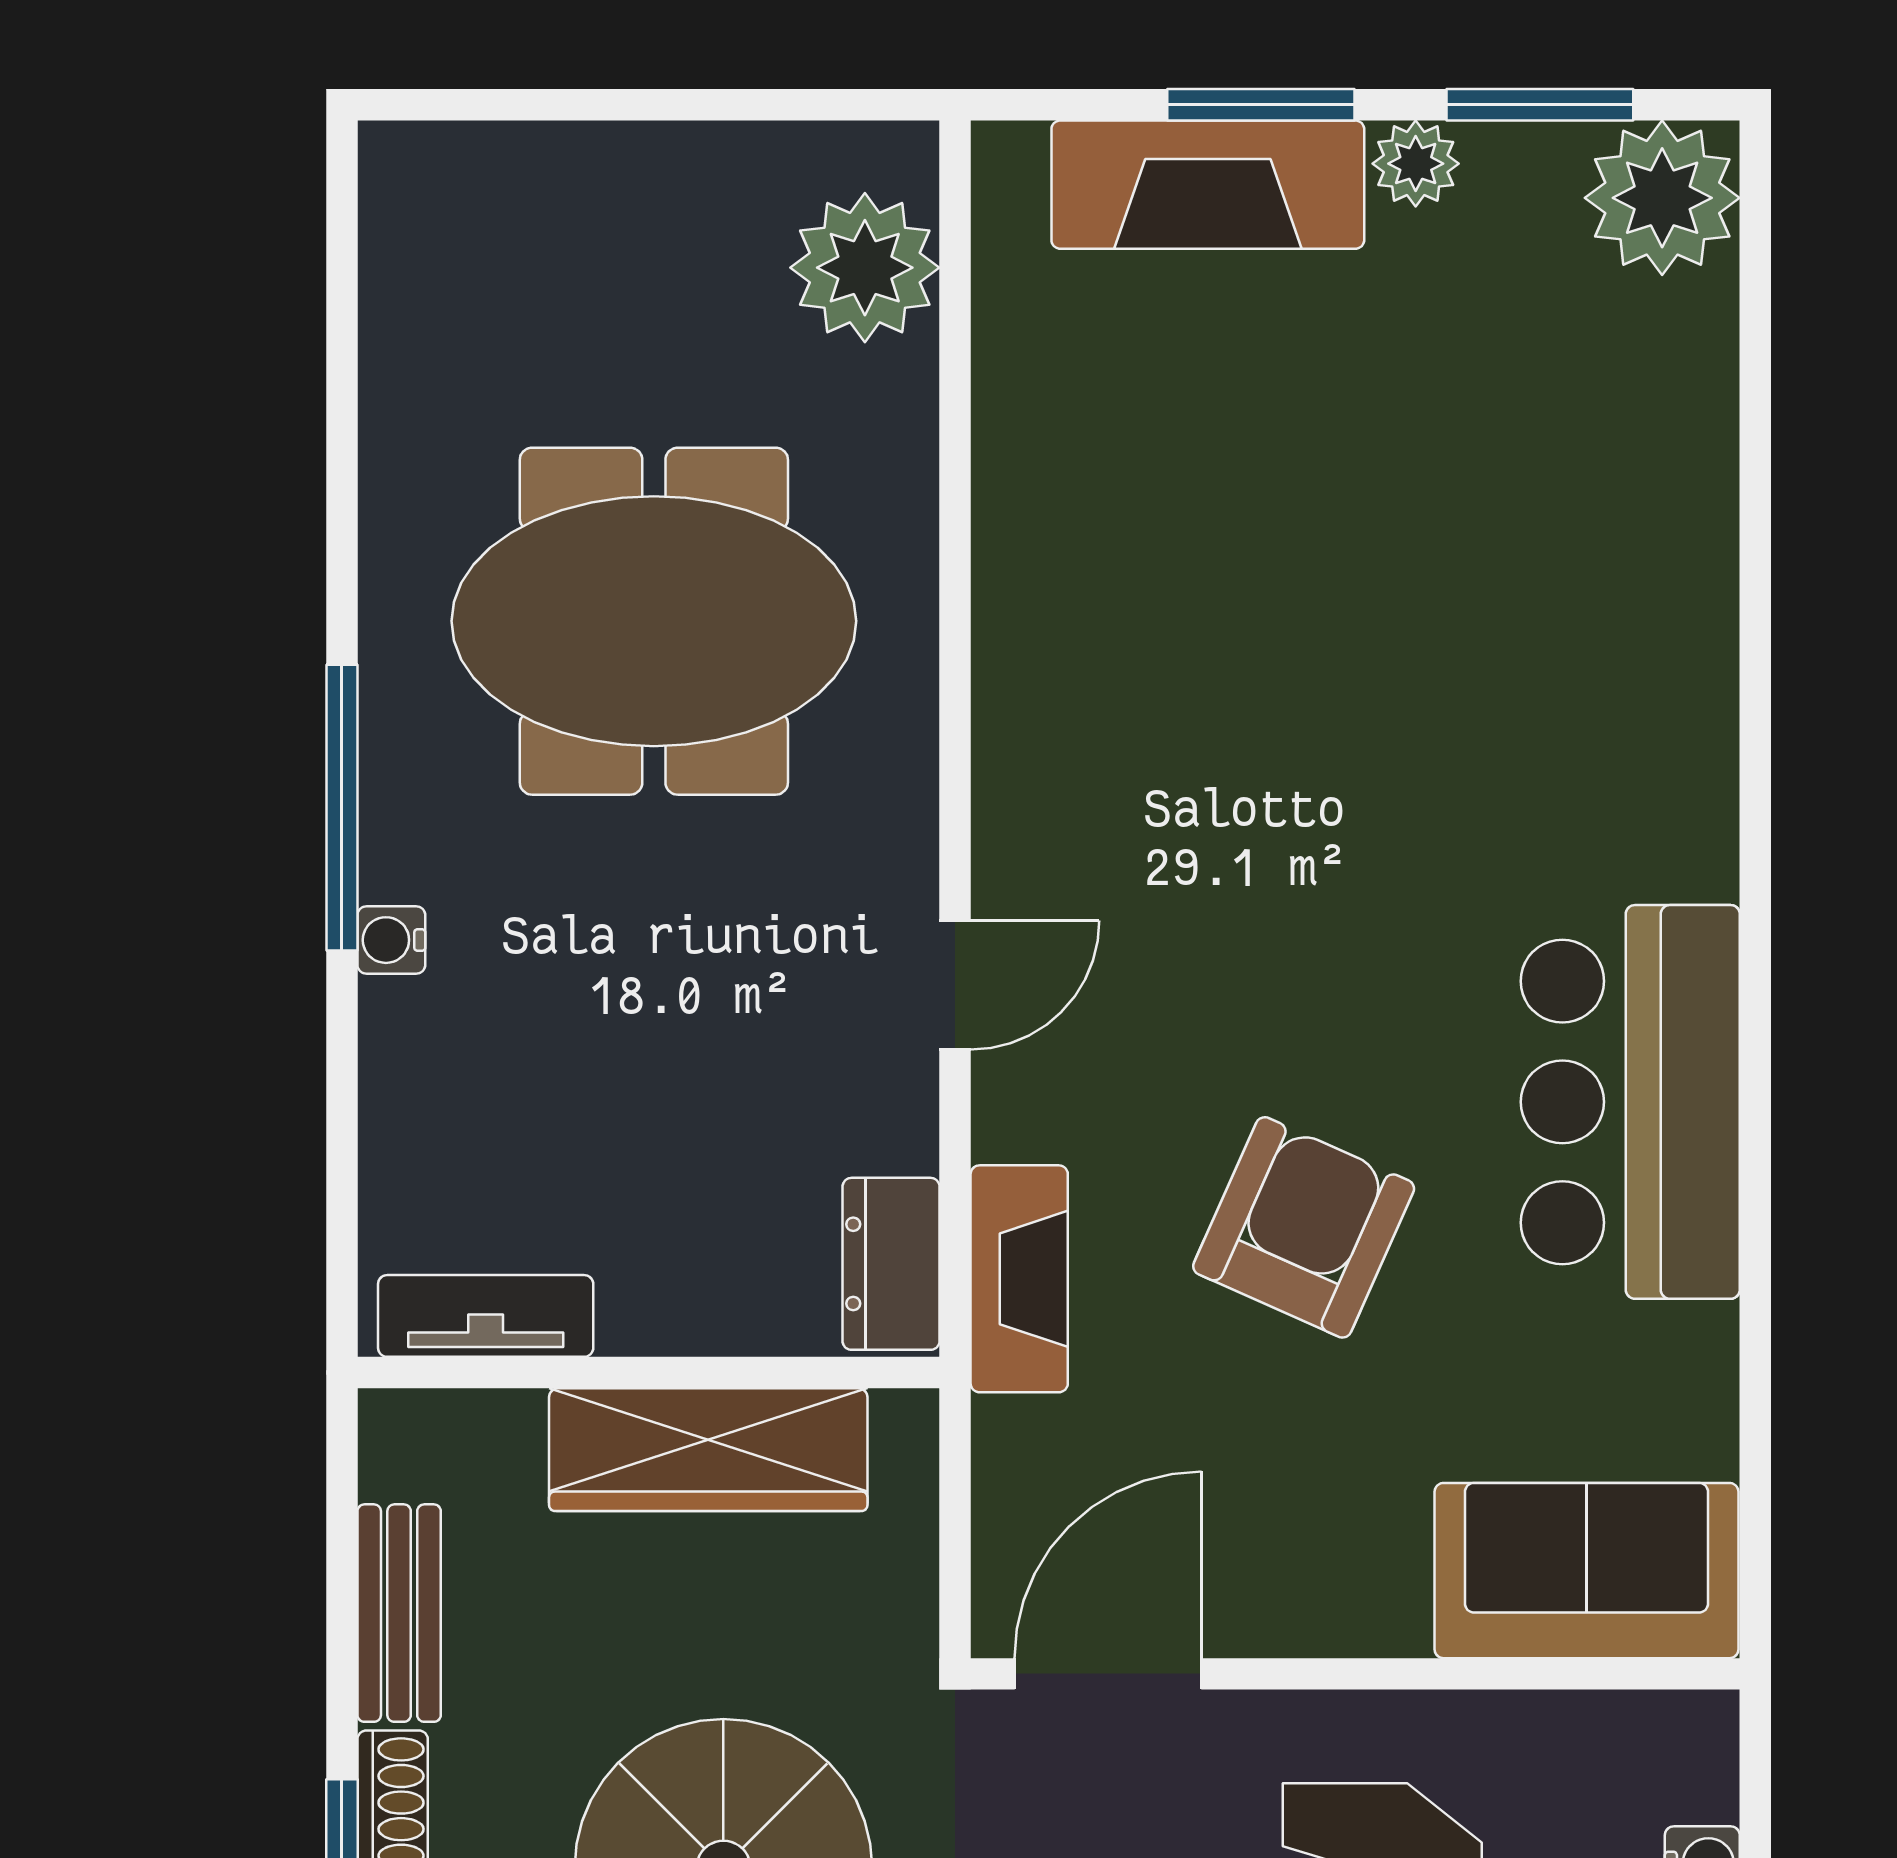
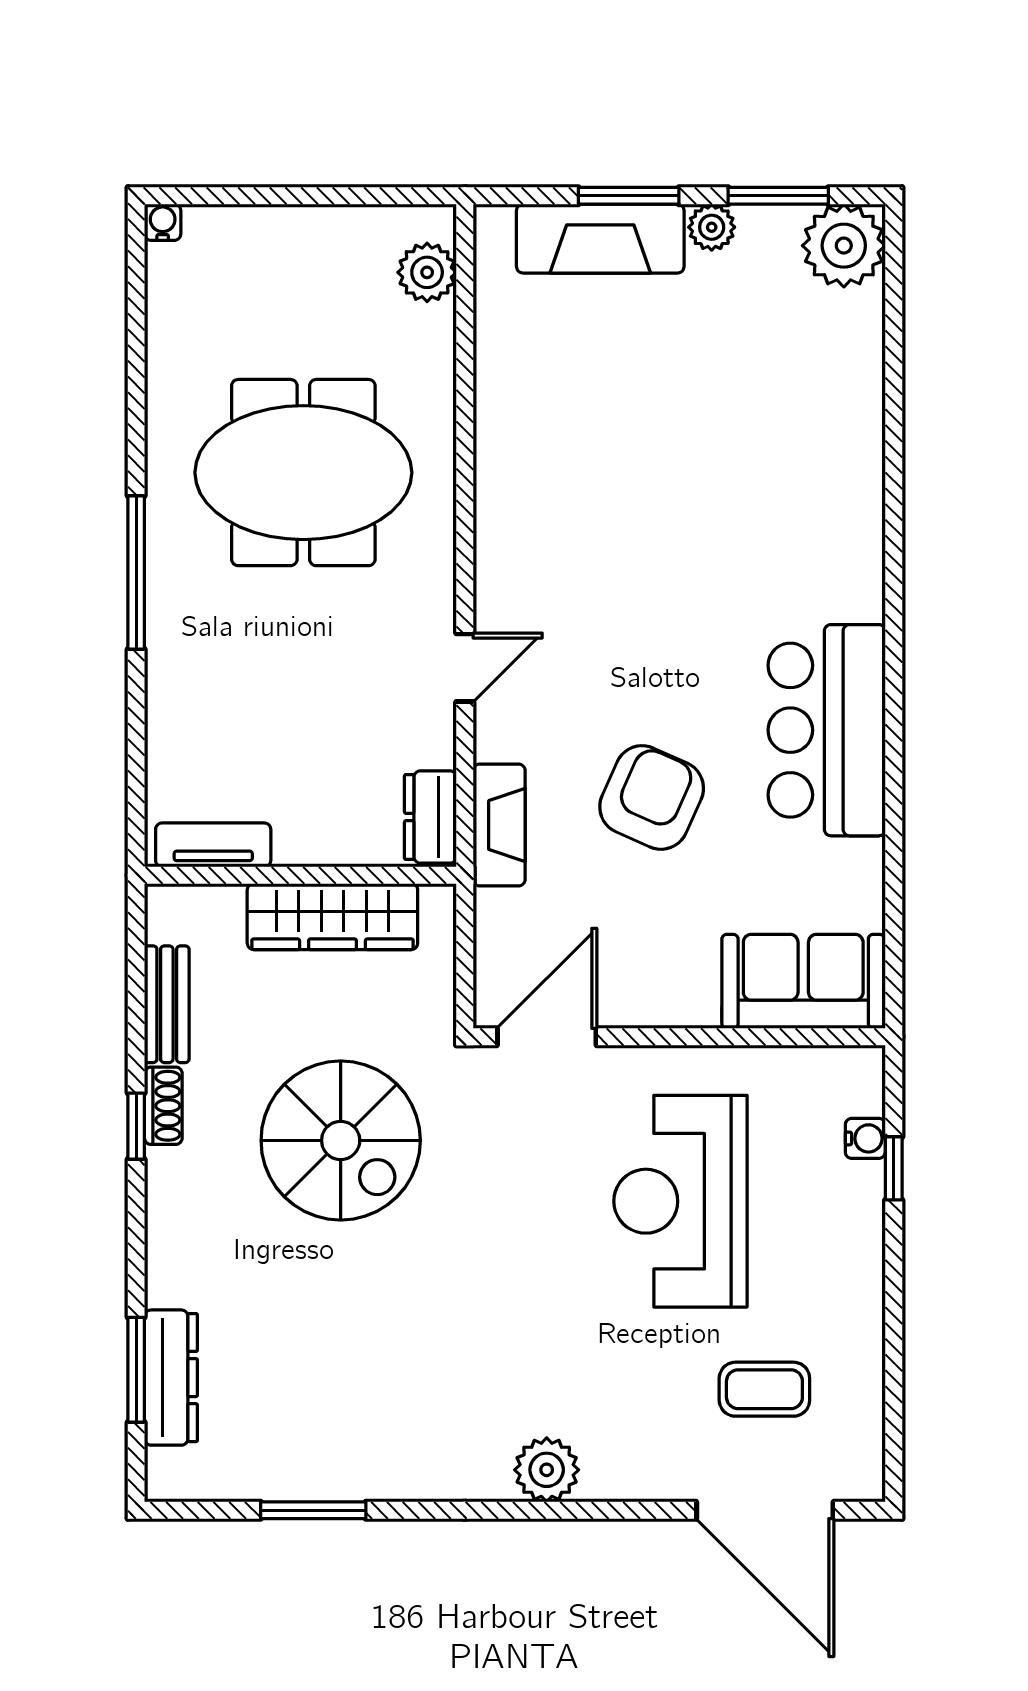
plant: (865, 268) -> (427, 272), width x0.73, depth x0.73
water cooler: (391, 940) -> (163, 222), moved, turned 90

